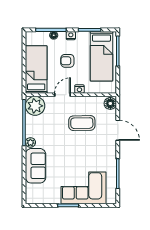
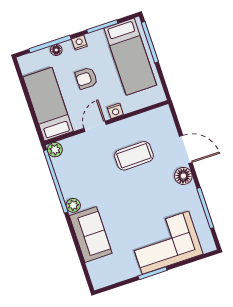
floor lamp: (110, 103) -> (183, 176), moved
plant: (35, 106) -> (55, 150), width x0.53, depth x0.53

